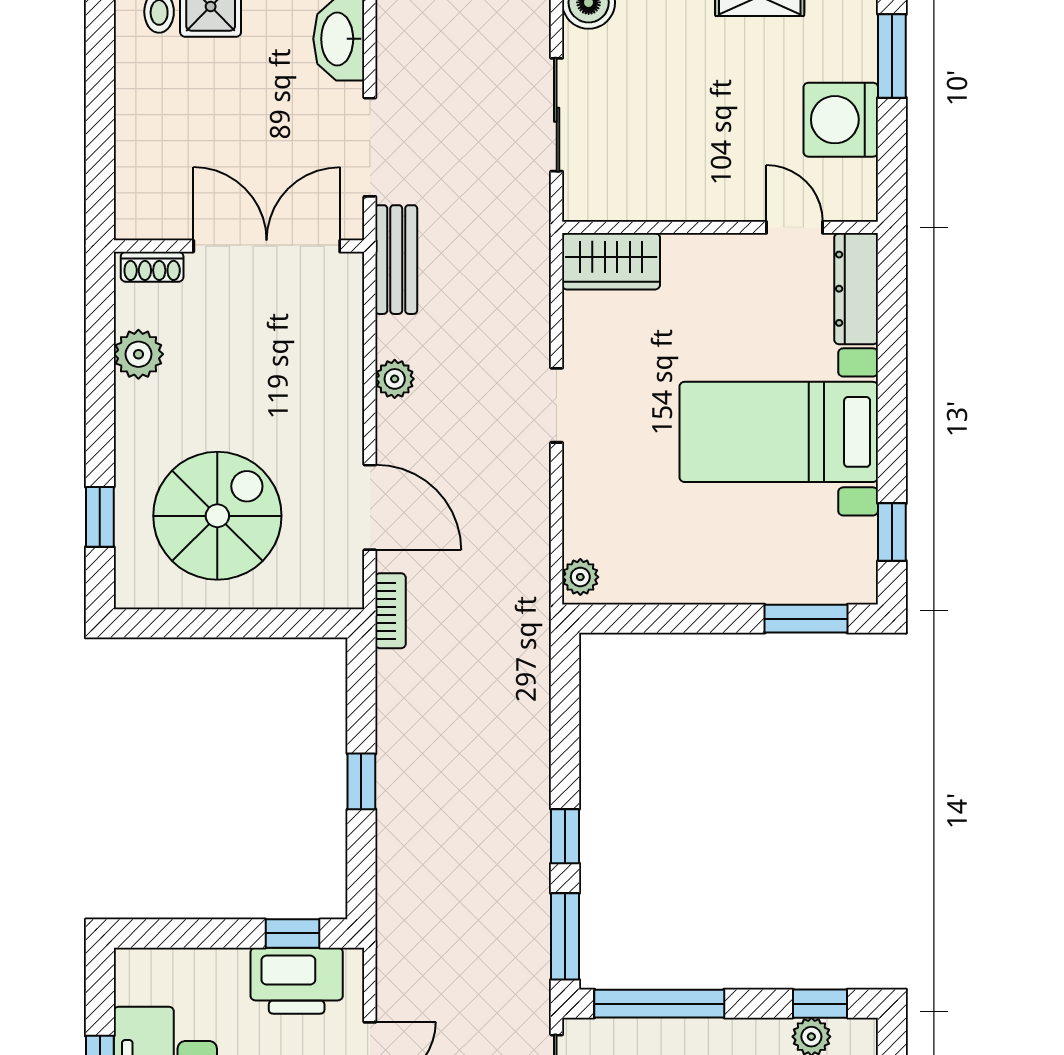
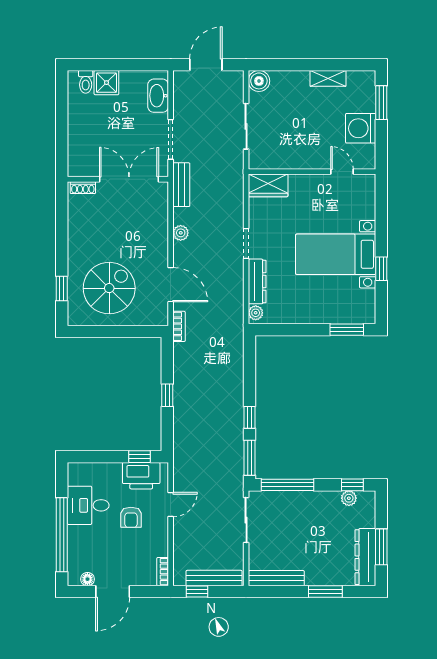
dresser: (856, 289) -> (257, 281), moved, turned 180
plant: (138, 354) -> (77, 223), removed
window: (892, 532) -> (381, 269), moved

